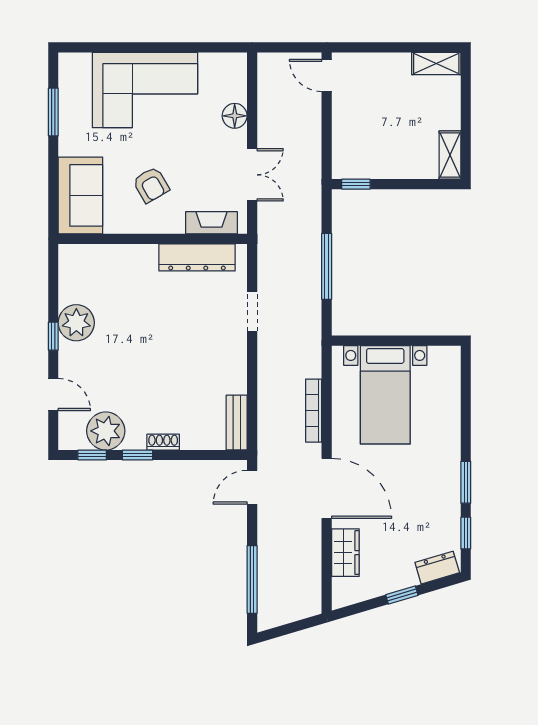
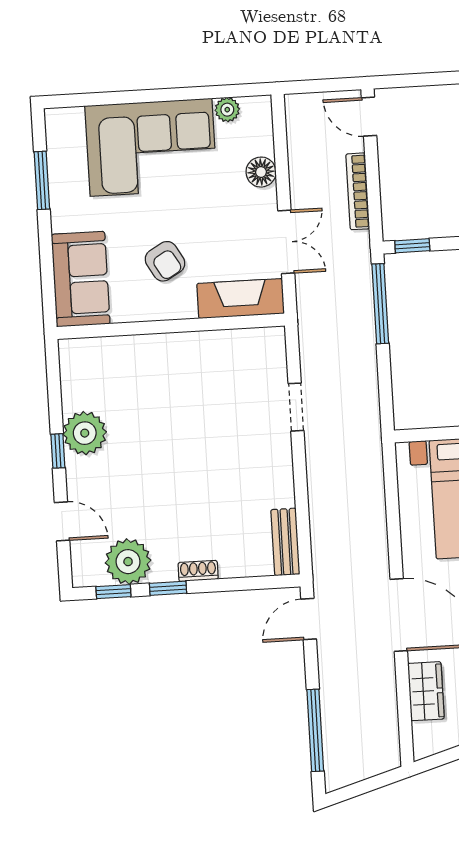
plant: (210, 63) -> (227, 110), added
fireplace: (211, 223) -> (240, 299), width x1.37, depth x1.32
dresser: (197, 257) -> (226, 346), removed
window: (327, 266) -> (380, 304), moved
bookcase: (314, 411) -> (358, 191), moved

